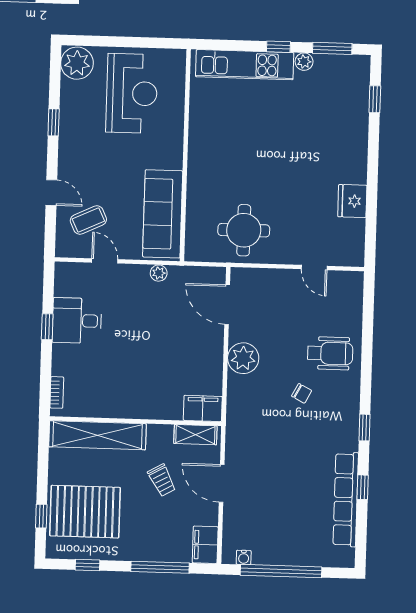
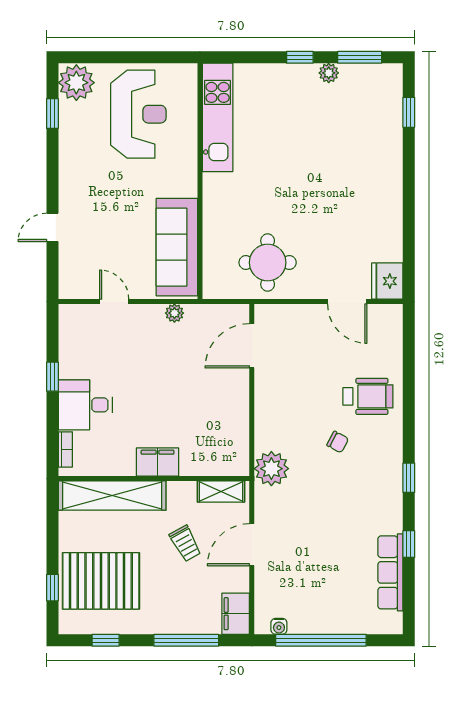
kitchen unit: (245, 65) -> (218, 117), moved, turned -90
window: (54, 122) -> (52, 113), moved
door: (51, 193) -> (52, 227), swing flipped
fridge: (352, 201) -> (387, 281), moved
coffee table: (88, 220) -> (94, 257), removed
door: (314, 268) -> (347, 302), width x1.38
door: (227, 305) -> (252, 346), hinge flipped
desk: (77, 321) -> (85, 405), moved
plant: (243, 358) -> (271, 469), moved
filing cabinet: (203, 408) -> (158, 462), moved
door: (222, 483) -> (252, 545), hinge flipped
row of seats: (346, 499) -> (390, 572), width x0.73

